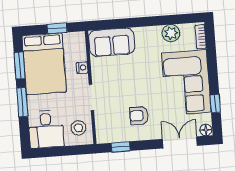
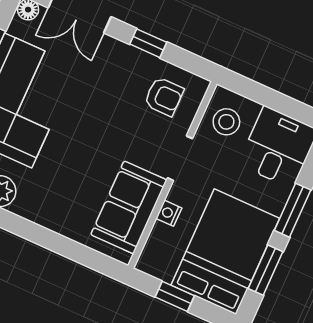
sofa: (112, 42) -> (129, 207), moved, turned -90
armchair: (139, 116) -> (164, 97), moved
window: (121, 147) -> (148, 43), moved

